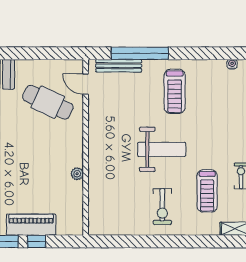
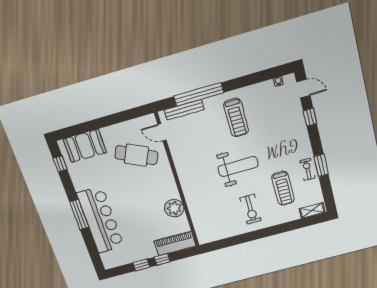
plant: (77, 174) -> (174, 208), width x1.88, depth x1.88
piano: (31, 225) -> (175, 243), moved

